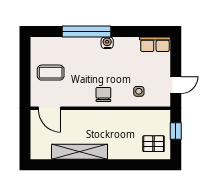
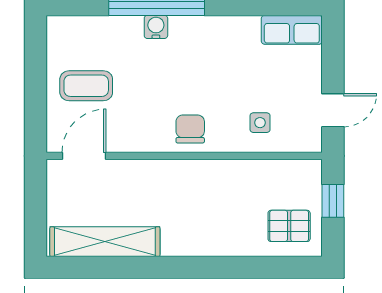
water cooler: (107, 43) -> (156, 27), moved
door: (50, 108) -> (84, 156), swing flipped
shelving: (80, 152) -> (105, 242), moved

